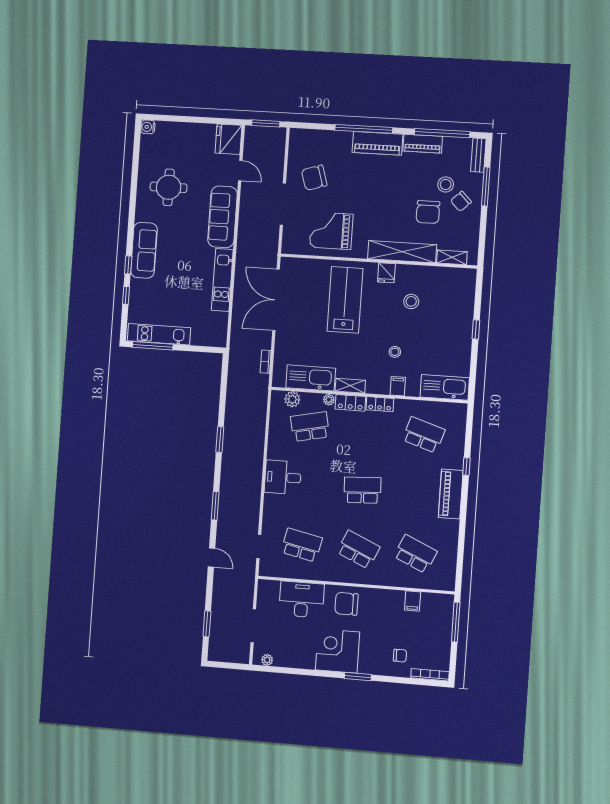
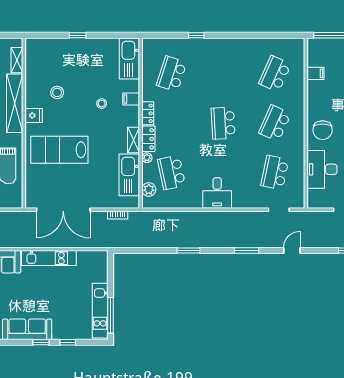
piano: (451, 494) -> (221, 47), removed

